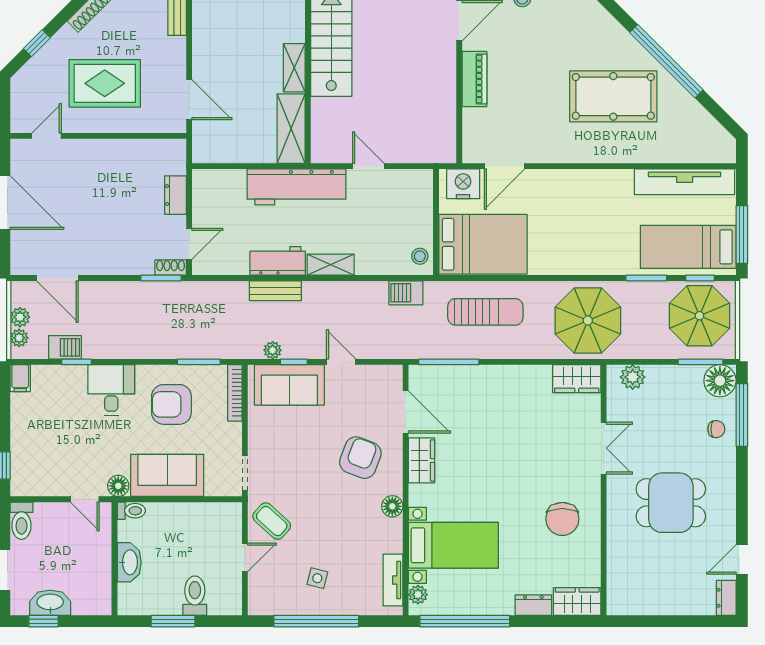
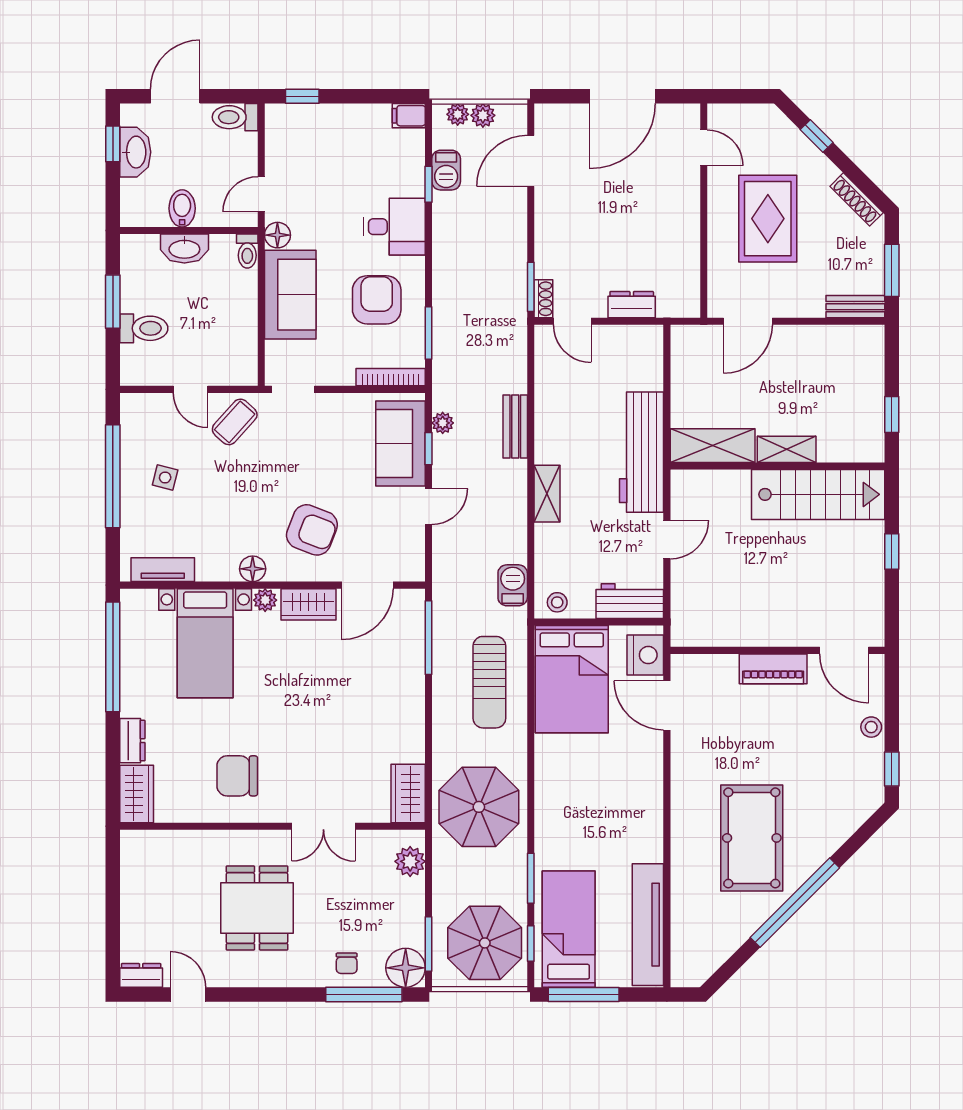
workbench: (278, 261) -> (630, 601), moved, turned -90
bidet: (96, 564) -> (182, 208), added
plant: (418, 595) -> (265, 600), moved

